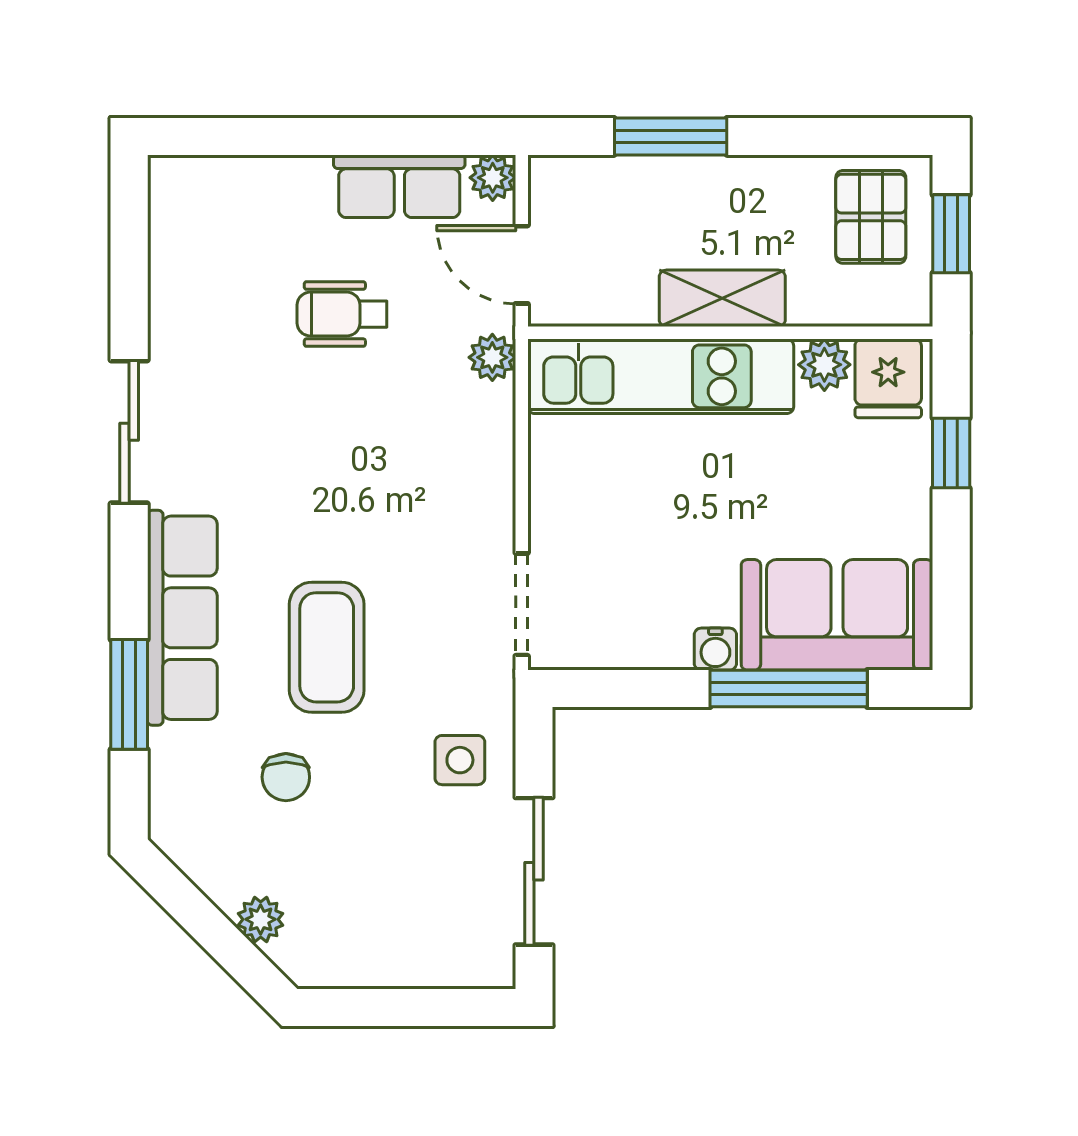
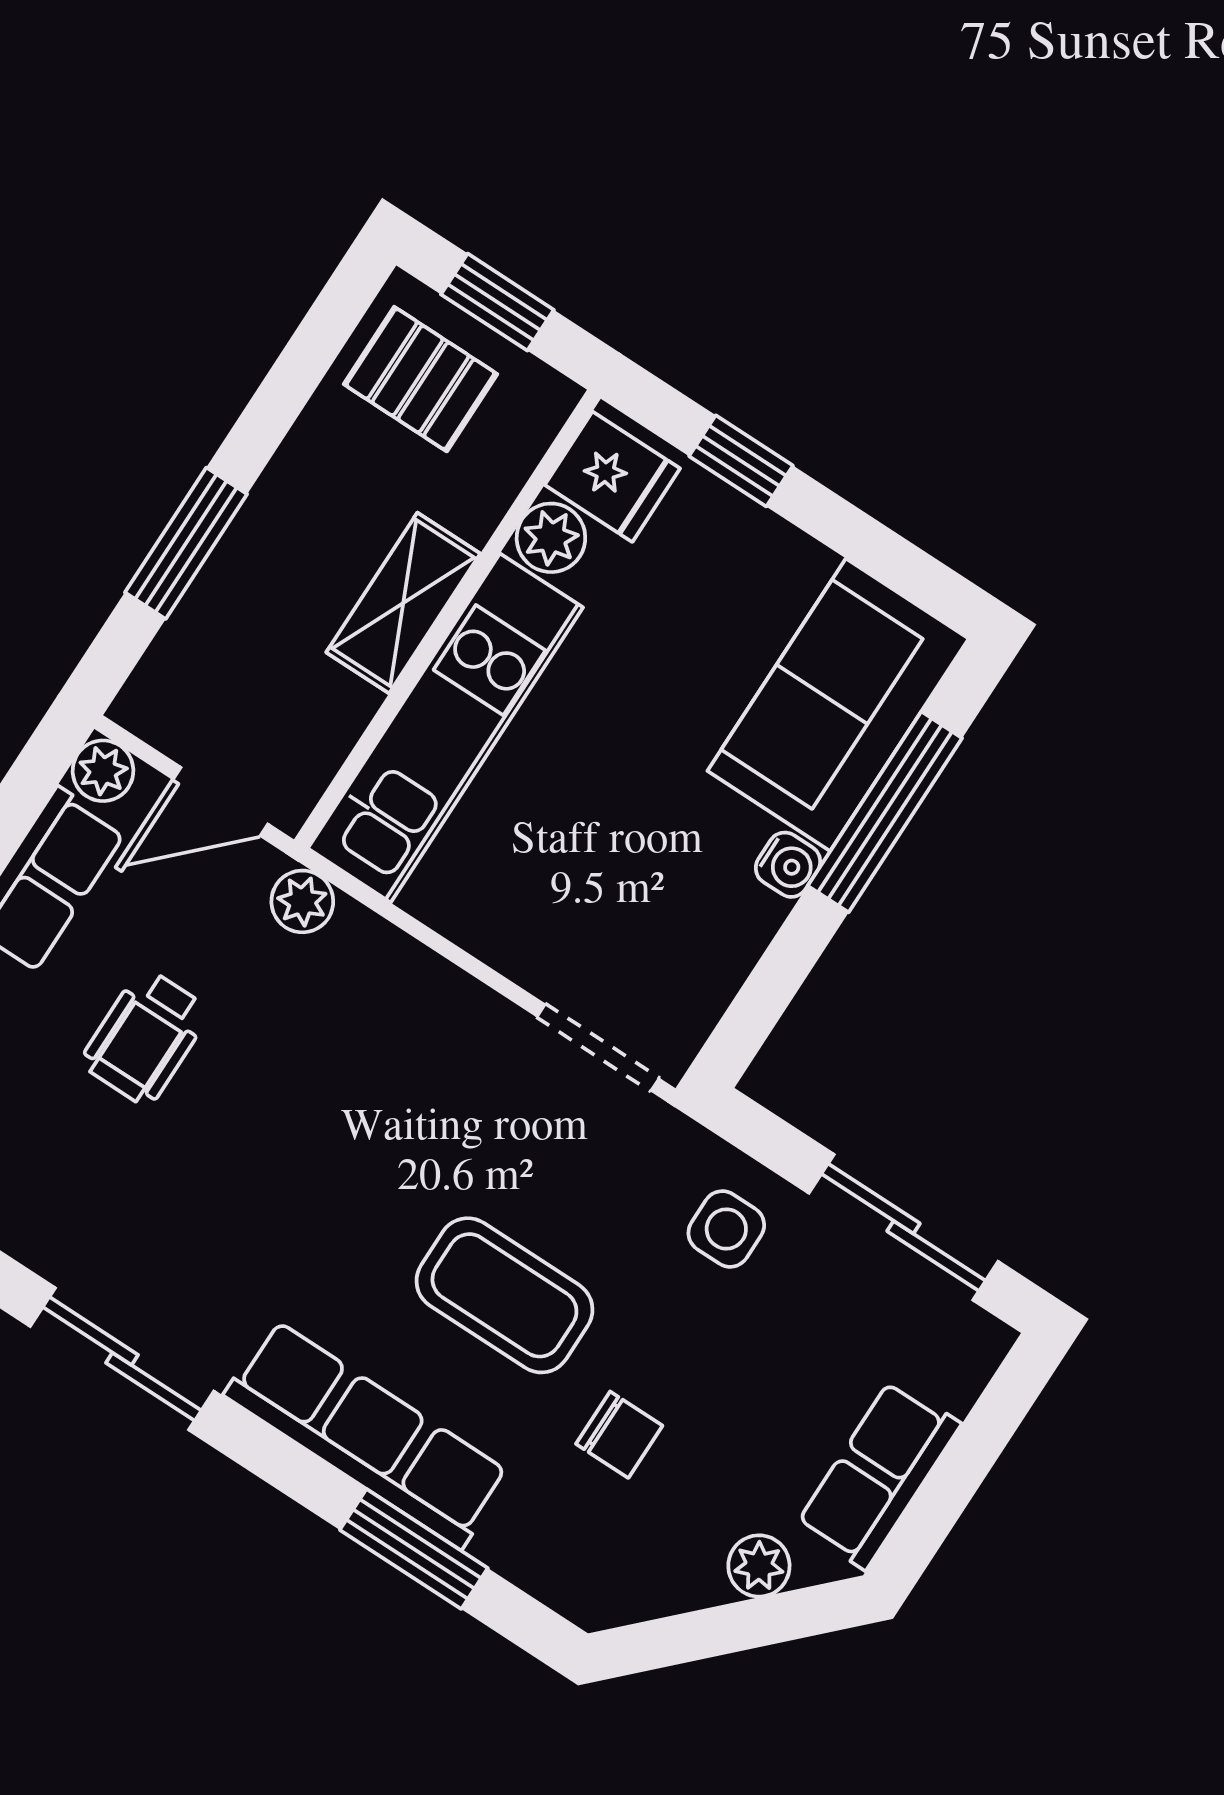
row of seats: (368, 957) -> (879, 1474), added

